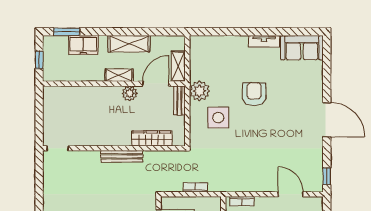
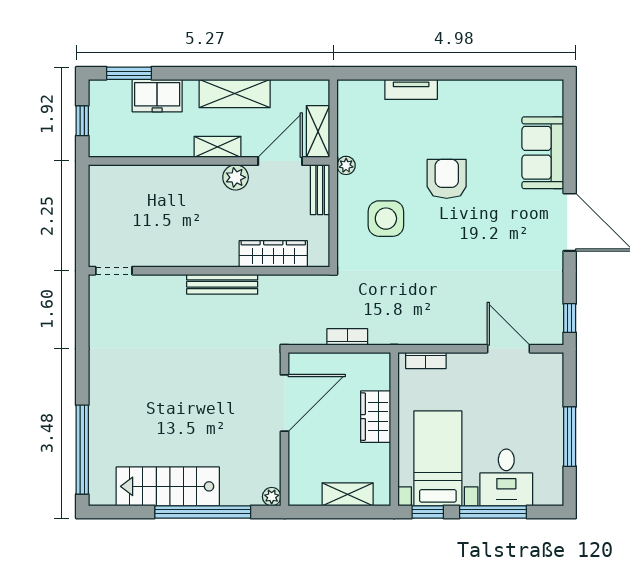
tv unit: (264, 41) -> (411, 89), moved
sofa: (302, 48) -> (543, 153), moved, turned 90
plant: (200, 91) -> (346, 165), width x0.53, depth x0.53

